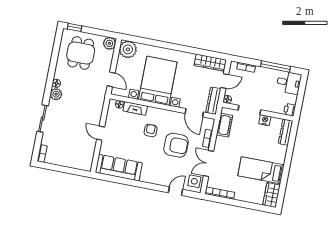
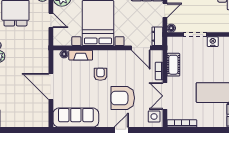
door: (111, 79) -> (51, 20), moved
dresser: (213, 101) -> (157, 36), width x0.70
cot: (225, 125) -> (173, 65), moved
door: (101, 133) -> (51, 87), width x1.87
armchair: (176, 145) -> (123, 98), moved, turned 180
door: (175, 191) -> (121, 130), moved

